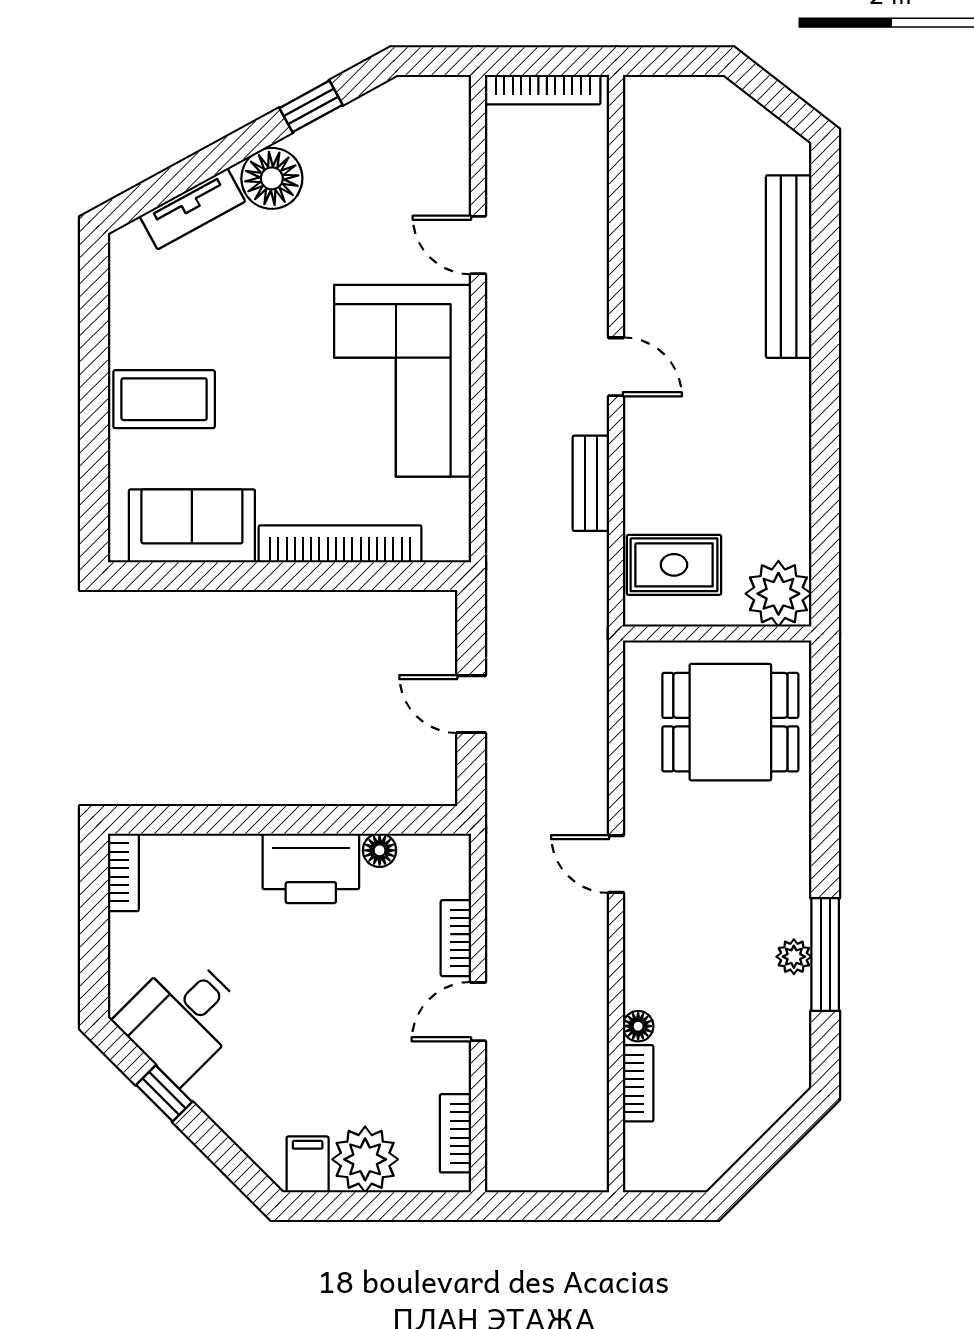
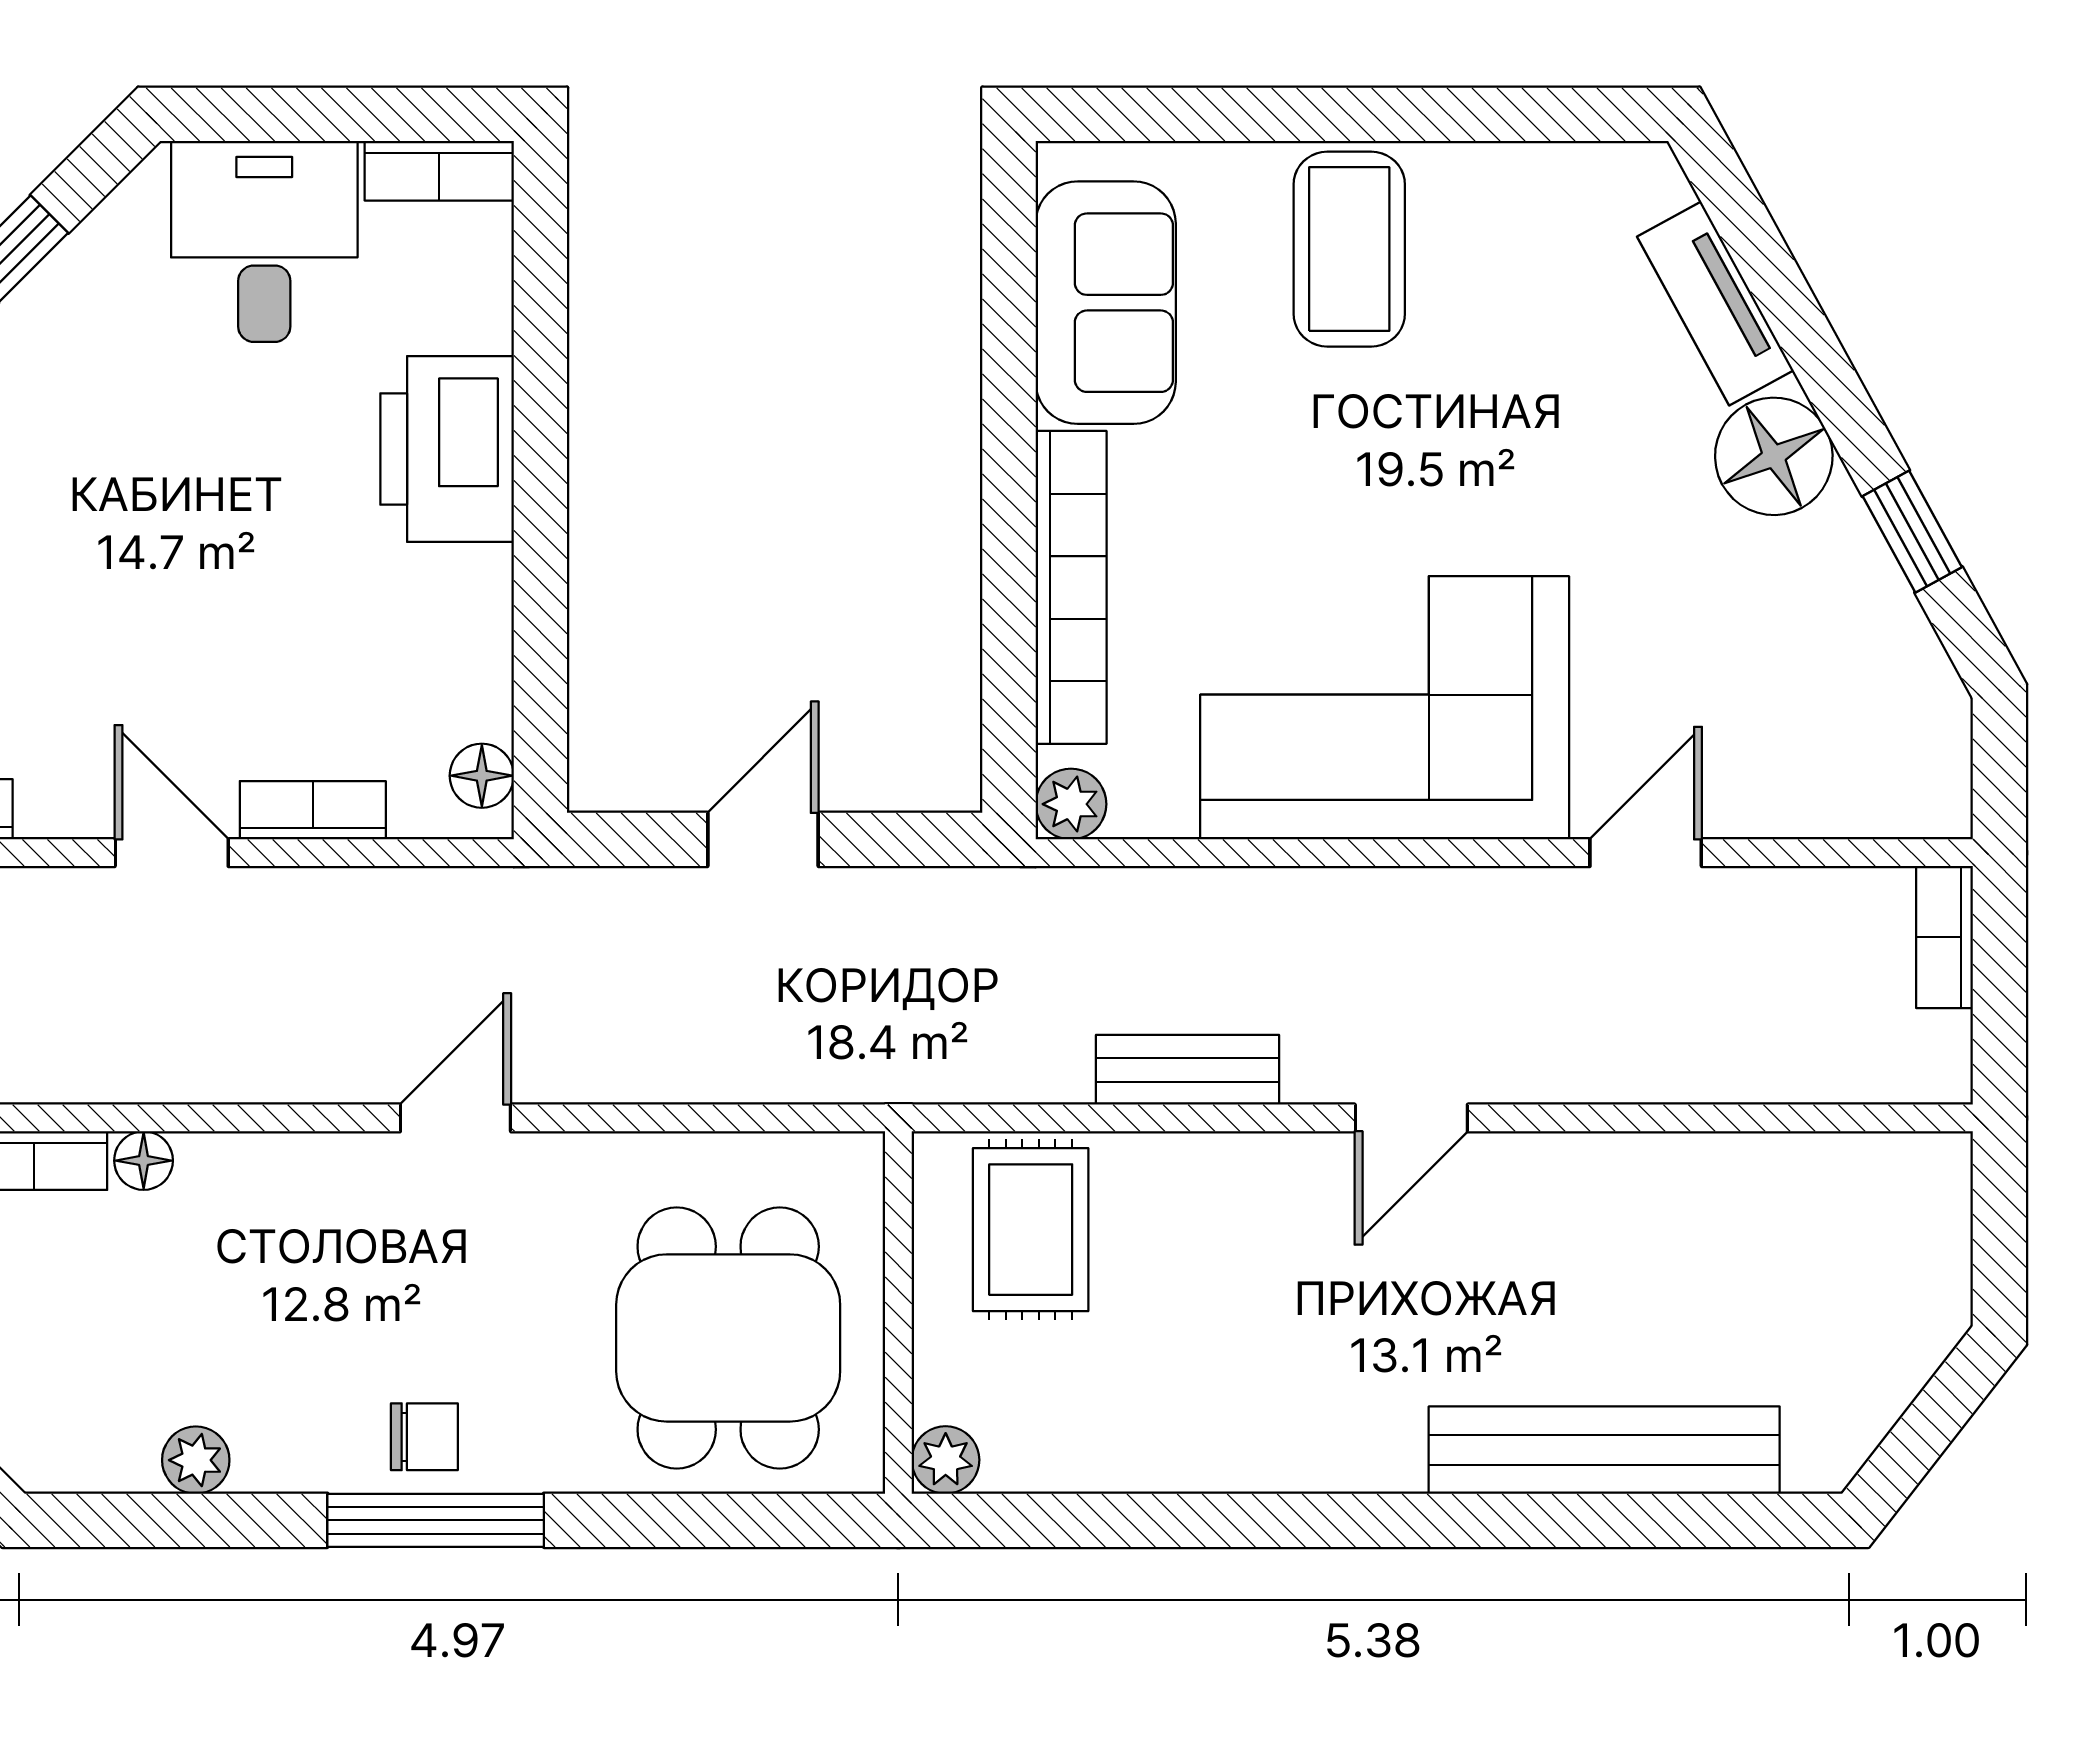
bookcase: (543, 90) -> (1944, 937), width x0.64
plant: (453, 544) -> (1071, 804), added
plant: (778, 594) -> (946, 1460), width x0.53, depth x0.53
floor lamp: (380, 850) -> (482, 776), moved
printer: (311, 868) -> (447, 449), moved
chair: (782, 880) -> (424, 1437), added
window: (825, 954) -> (436, 1520), moved
plant: (794, 957) -> (196, 1460), moved
desk: (182, 1018) -> (264, 241), moved, turned 45

